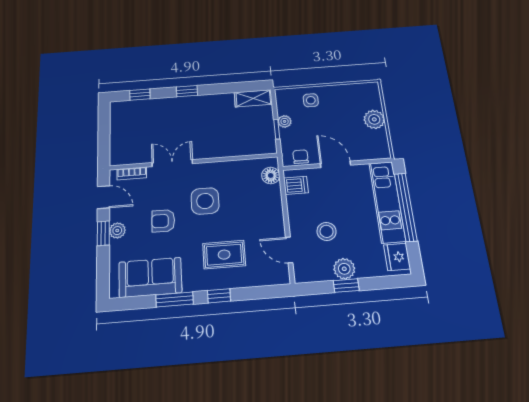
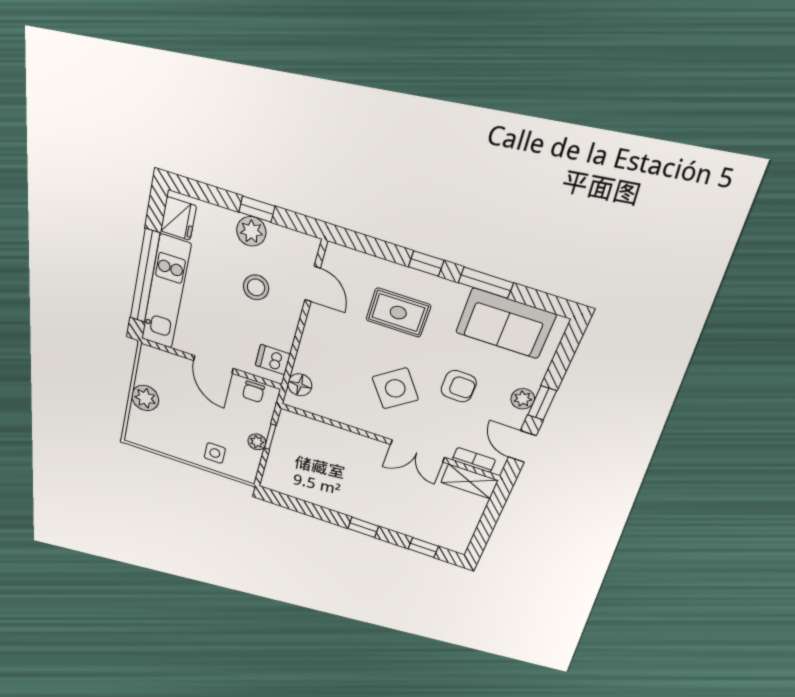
shelving: (253, 98) -> (469, 481), moved
side table: (205, 201) -> (395, 388), turned -36

